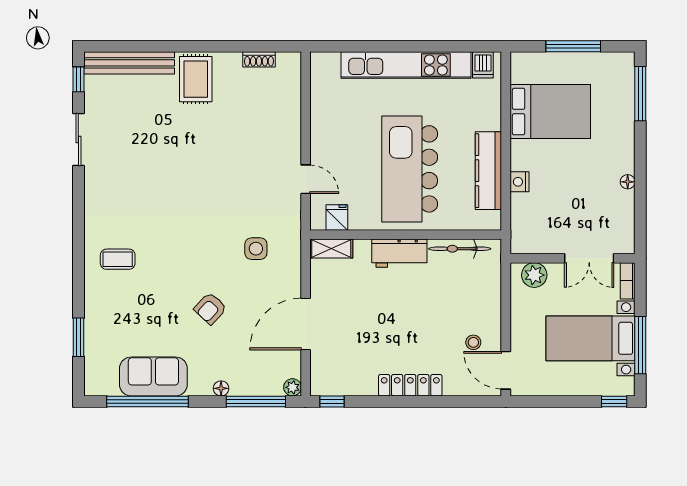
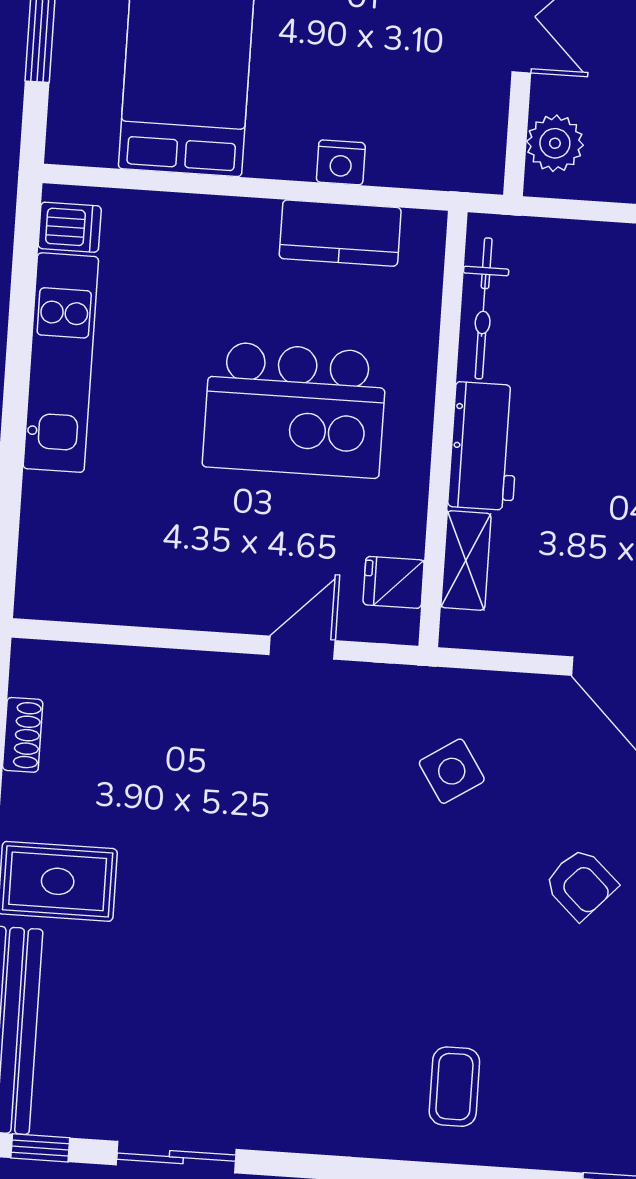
kitchen unit: (406, 65) -> (61, 363), width x0.73
kitchen island: (410, 169) -> (295, 410), width x0.73
kitchen counter: (488, 171) -> (340, 233), width x0.67
side table: (256, 249) -> (452, 771), turned -33
shelving: (331, 249) -> (466, 560), moved

